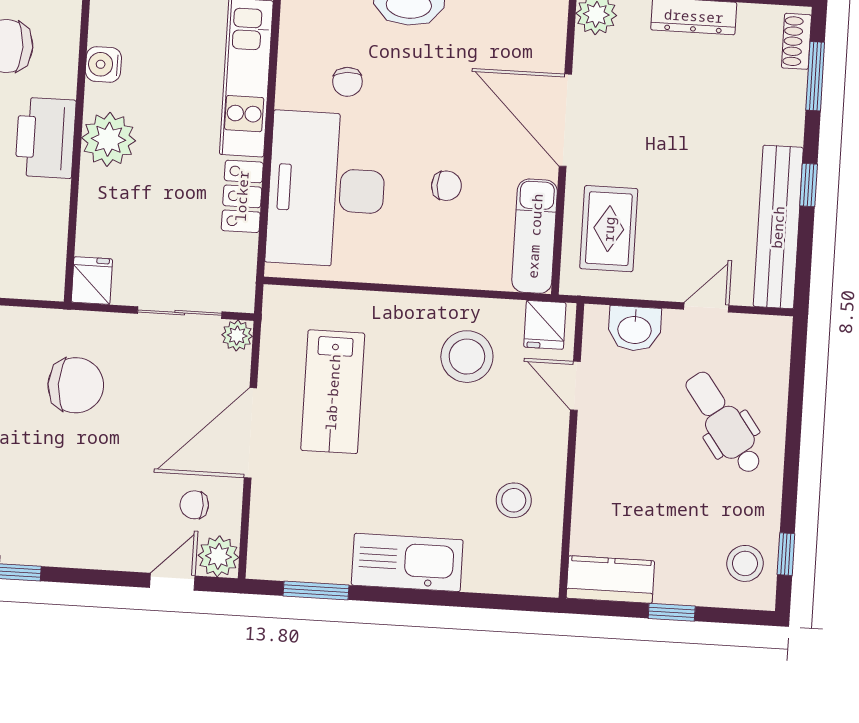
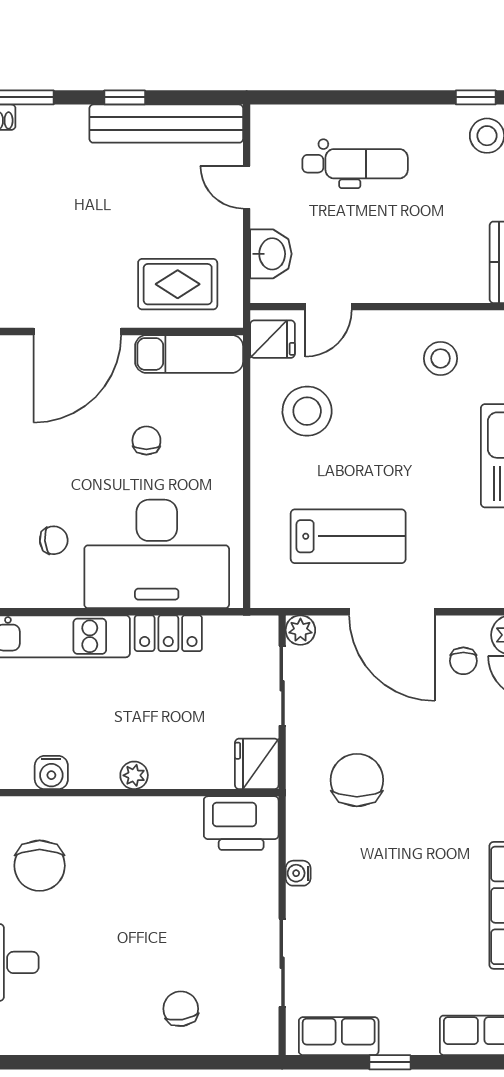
printer: (46, 138) -> (241, 823), moved
plant: (109, 139) -> (134, 775), width x0.53, depth x0.53
fridge: (92, 281) -> (257, 764), width x1.38
dental chair: (724, 423) -> (355, 164), turned -144

